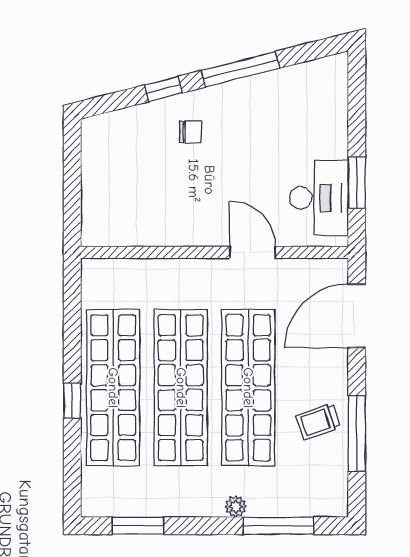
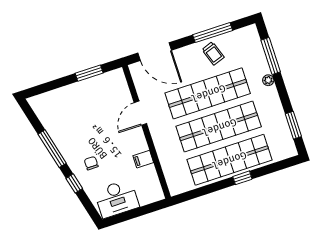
desk: (319, 198) -> (117, 199), moved, turned 180
filing cabinet: (166, 230) -> (143, 159), added

